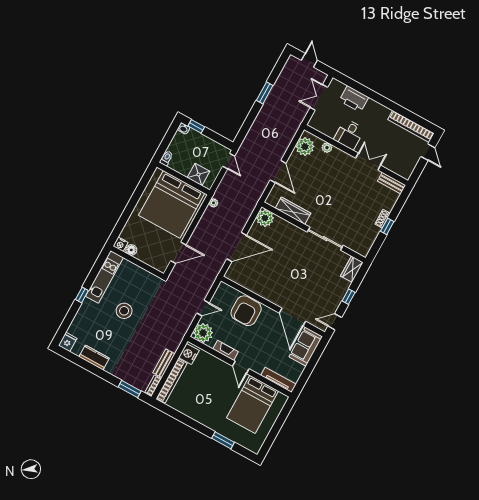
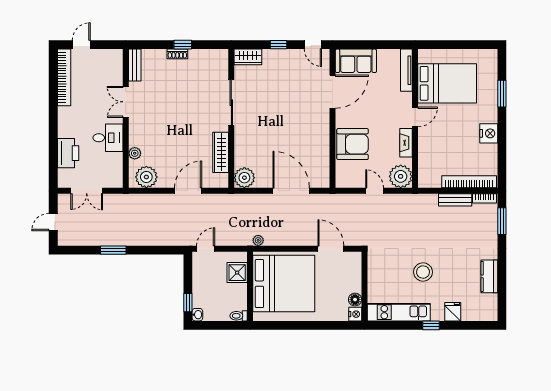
fridge: (68, 342) -> (453, 312), moved, turned 90
nightstand: (189, 354) -> (489, 133), moved, turned -90

